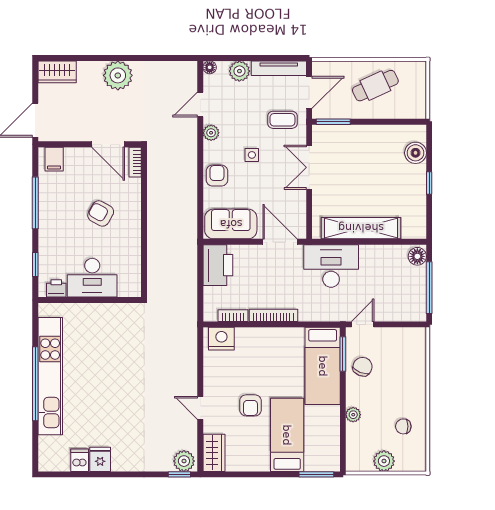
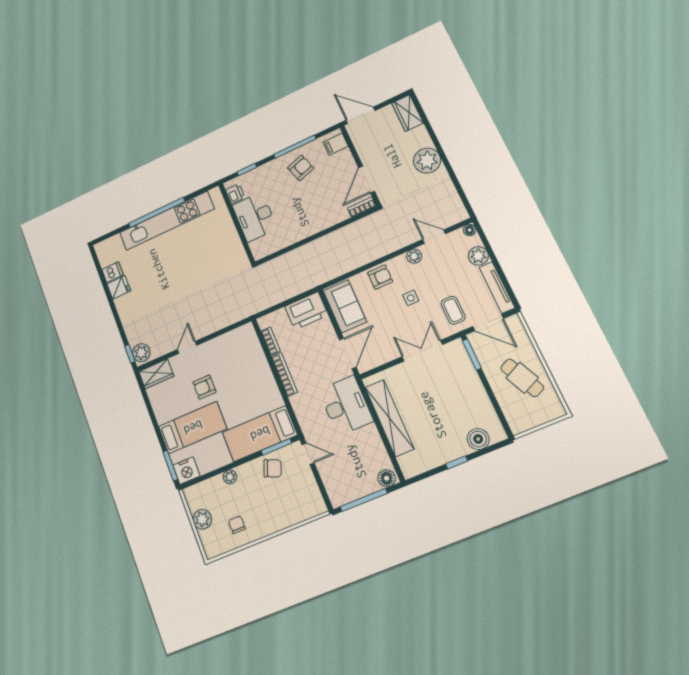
armchair: (101, 213) -> (301, 168), moved, turned 43
nightstand: (221, 339) -> (186, 471), moved, turned 90

